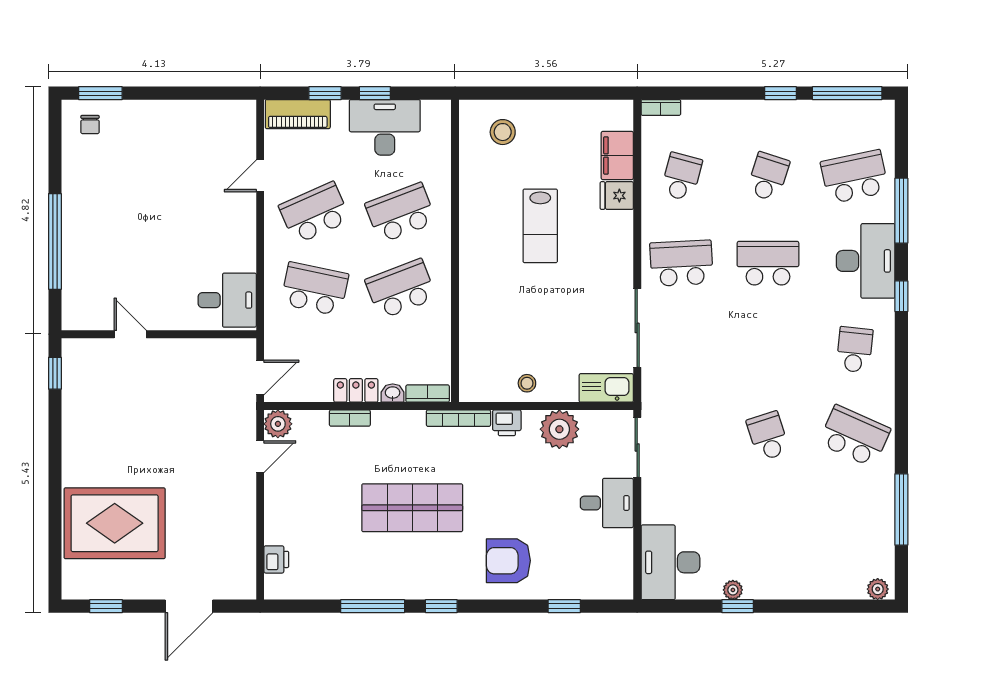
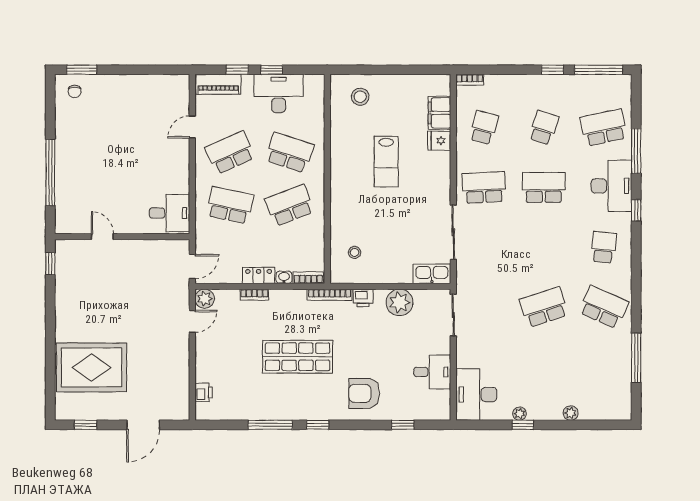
school desk: (401, 213) -> (290, 153), turned 39
stool: (527, 383) -> (355, 252), moved
school desk: (768, 436) -> (544, 307), width x1.85
desk: (607, 503) -> (432, 372), moved
plant: (878, 589) -> (571, 413), moved

